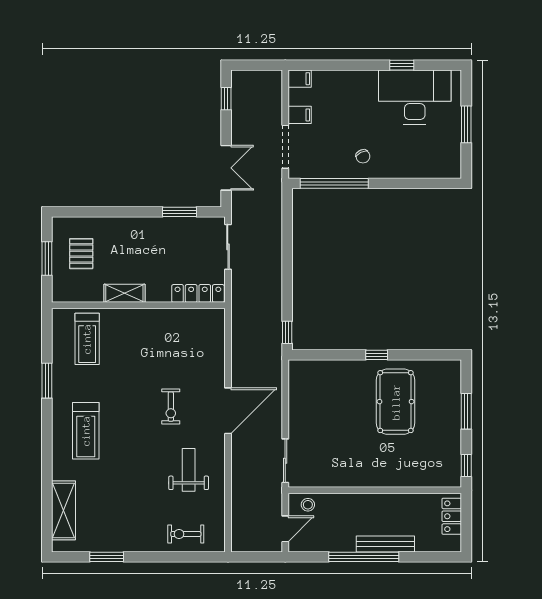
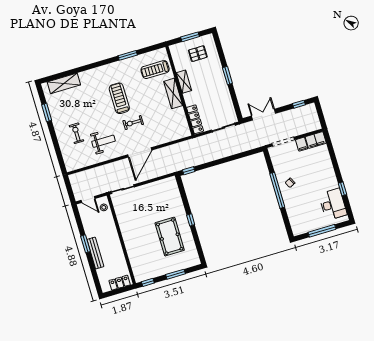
filing cabinet: (300, 79) -> (316, 140), width x2.00
desk: (415, 97) -> (333, 204), width x0.73, depth x0.77
window: (466, 124) -> (322, 231), width x1.44
double door: (226, 168) -> (264, 115), swing flipped
window: (334, 183) -> (277, 190), moved
window: (180, 212) -> (227, 76), moved
shelving: (140, 319) -> (173, 93), added
pool table: (396, 402) -> (170, 237), turned 90
door: (228, 411) -> (140, 152), hinge flipped
treadmill: (86, 431) -> (119, 98), moved, turned 90
exercise bike: (186, 534) -> (76, 133), moved
window: (364, 557) -> (86, 244), width x0.47

